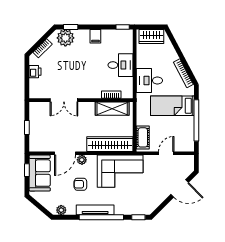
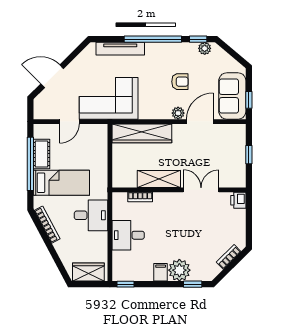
plant: (65, 38) -> (179, 270), moved
printer: (35, 72) -> (238, 200), moved
shelving: (112, 109) -> (159, 179), moved
cot: (143, 137) -> (42, 154), moved
corner sofa: (120, 171) -> (109, 98), moved
tv unit: (95, 210) -> (120, 49), moved
window: (138, 217) -> (198, 39), moved

